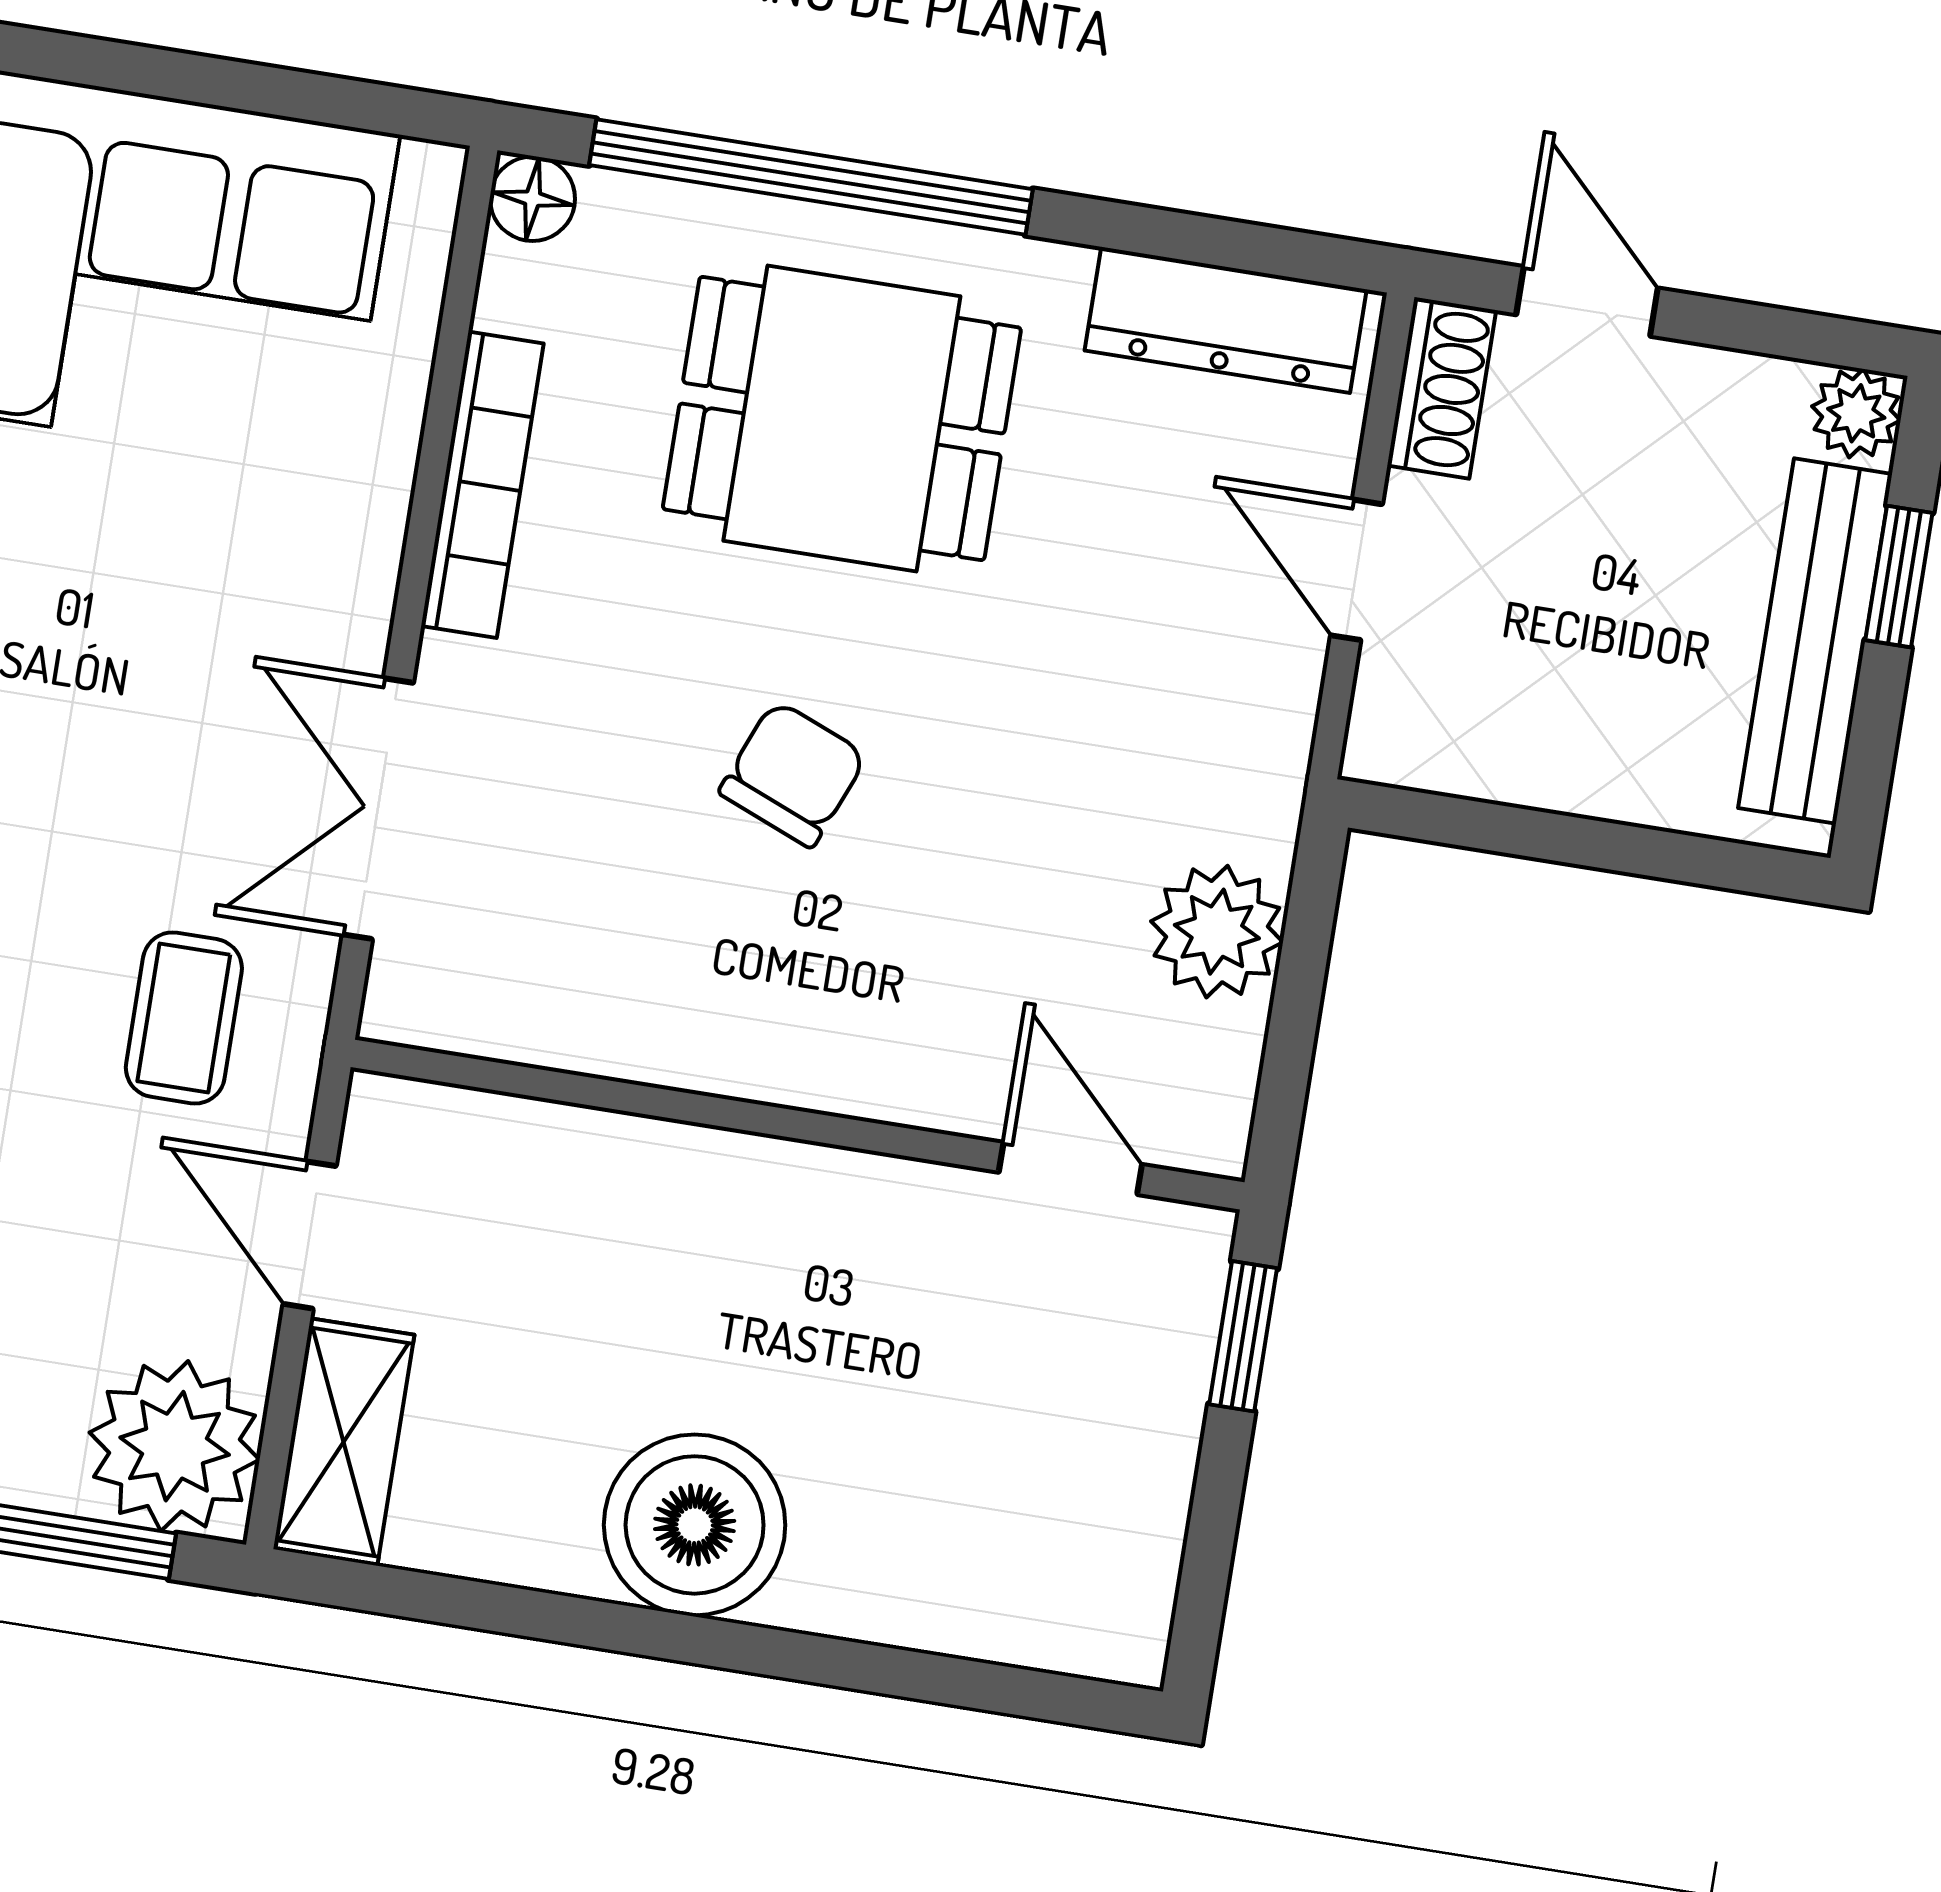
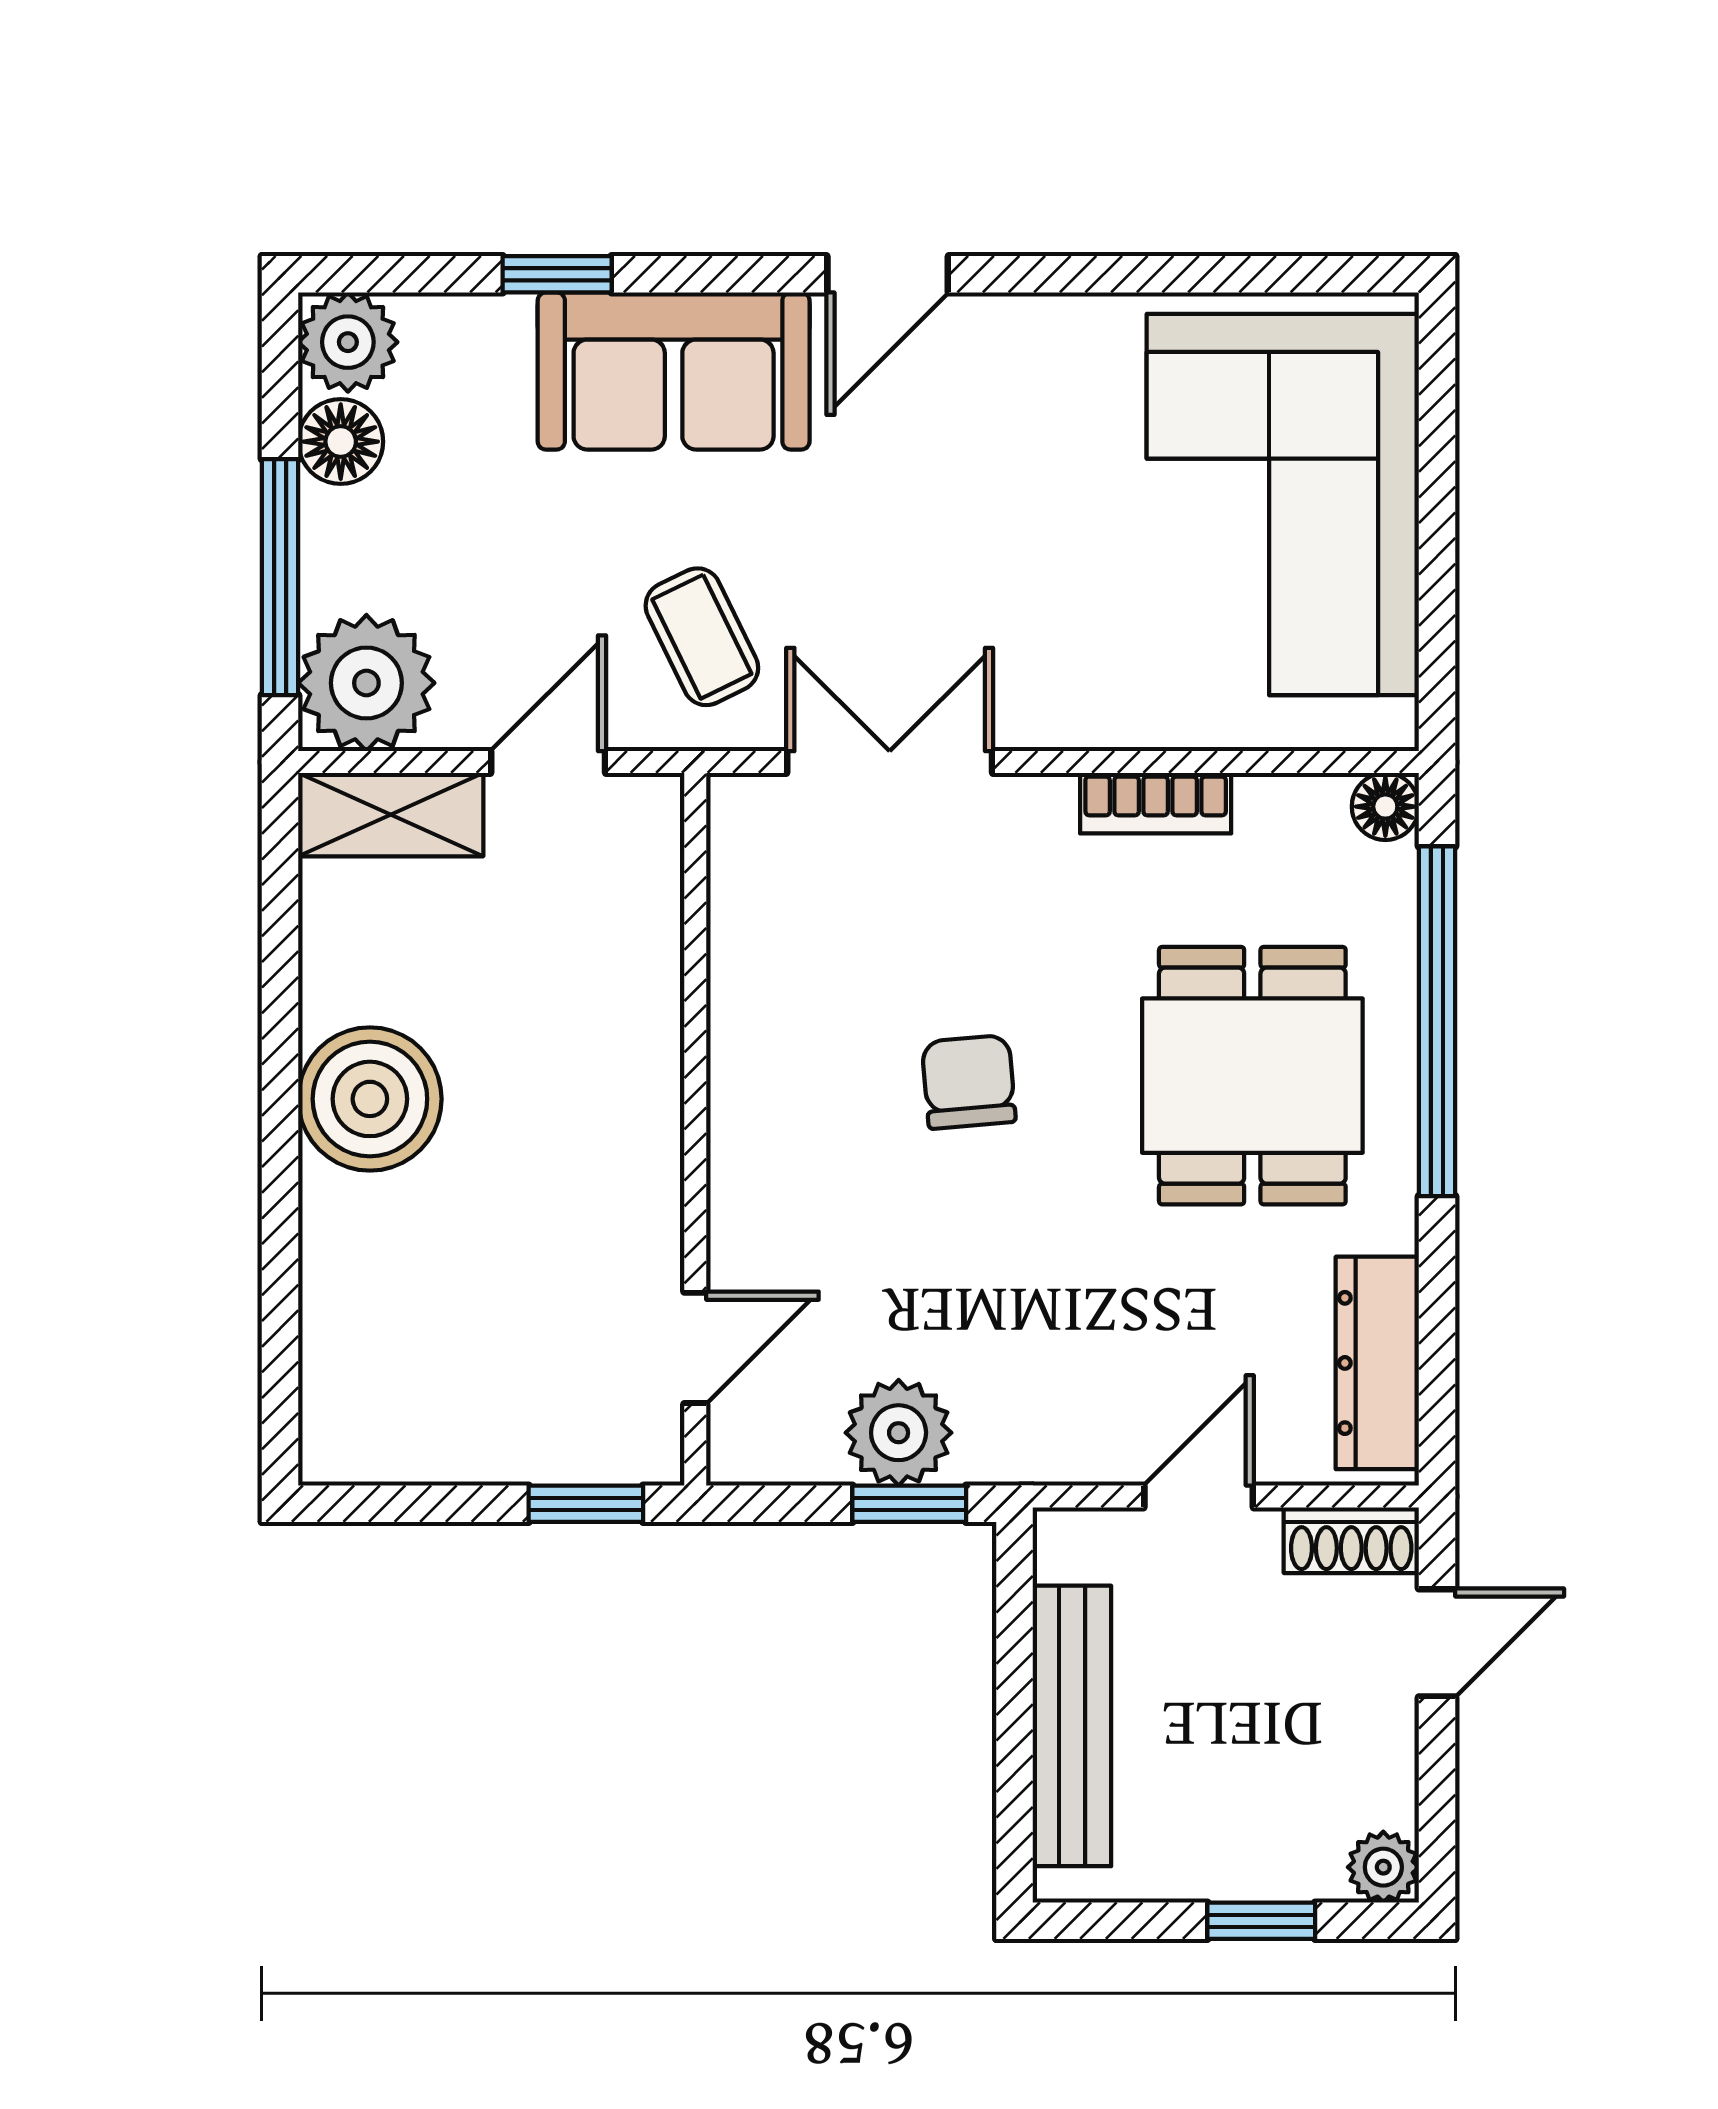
bookcase: (482, 485) -> (1156, 803), width x0.64
bench: (1815, 641) -> (1072, 1726), moved, turned 90
chair: (793, 774) -> (969, 1082), turned -117
window: (1308, 933) -> (909, 1504), added
coffee table: (184, 1018) -> (702, 637), turned 64

